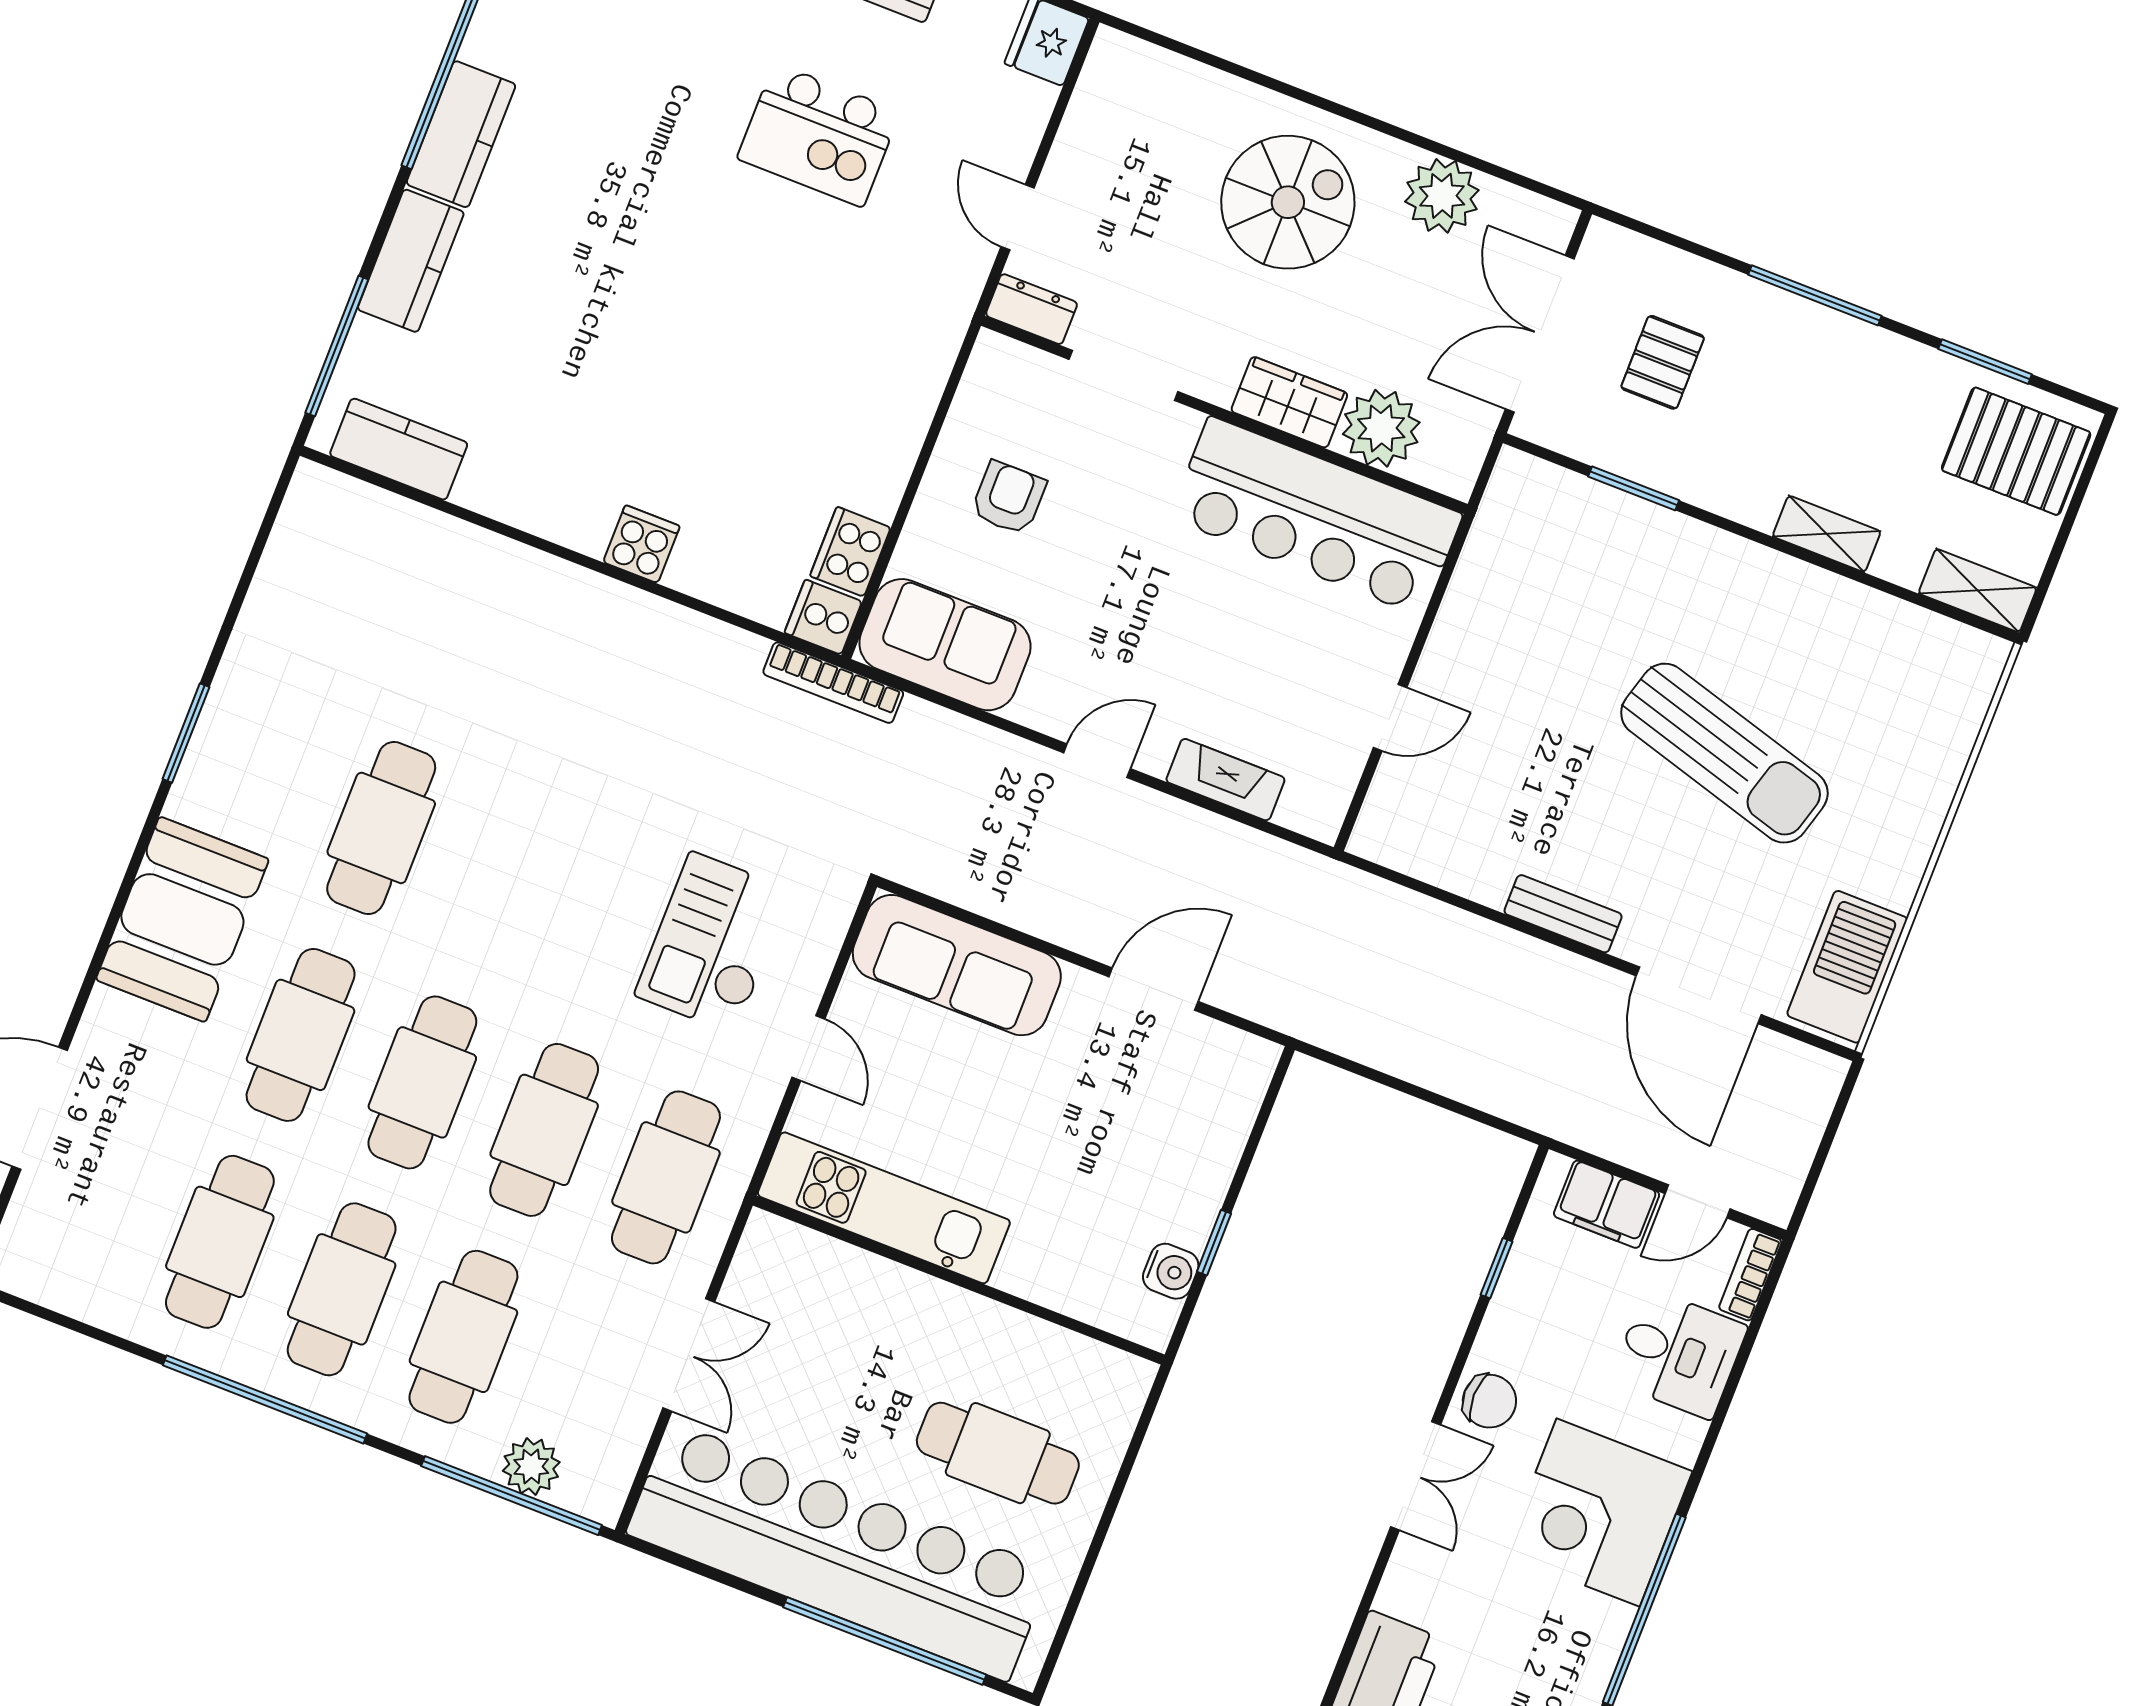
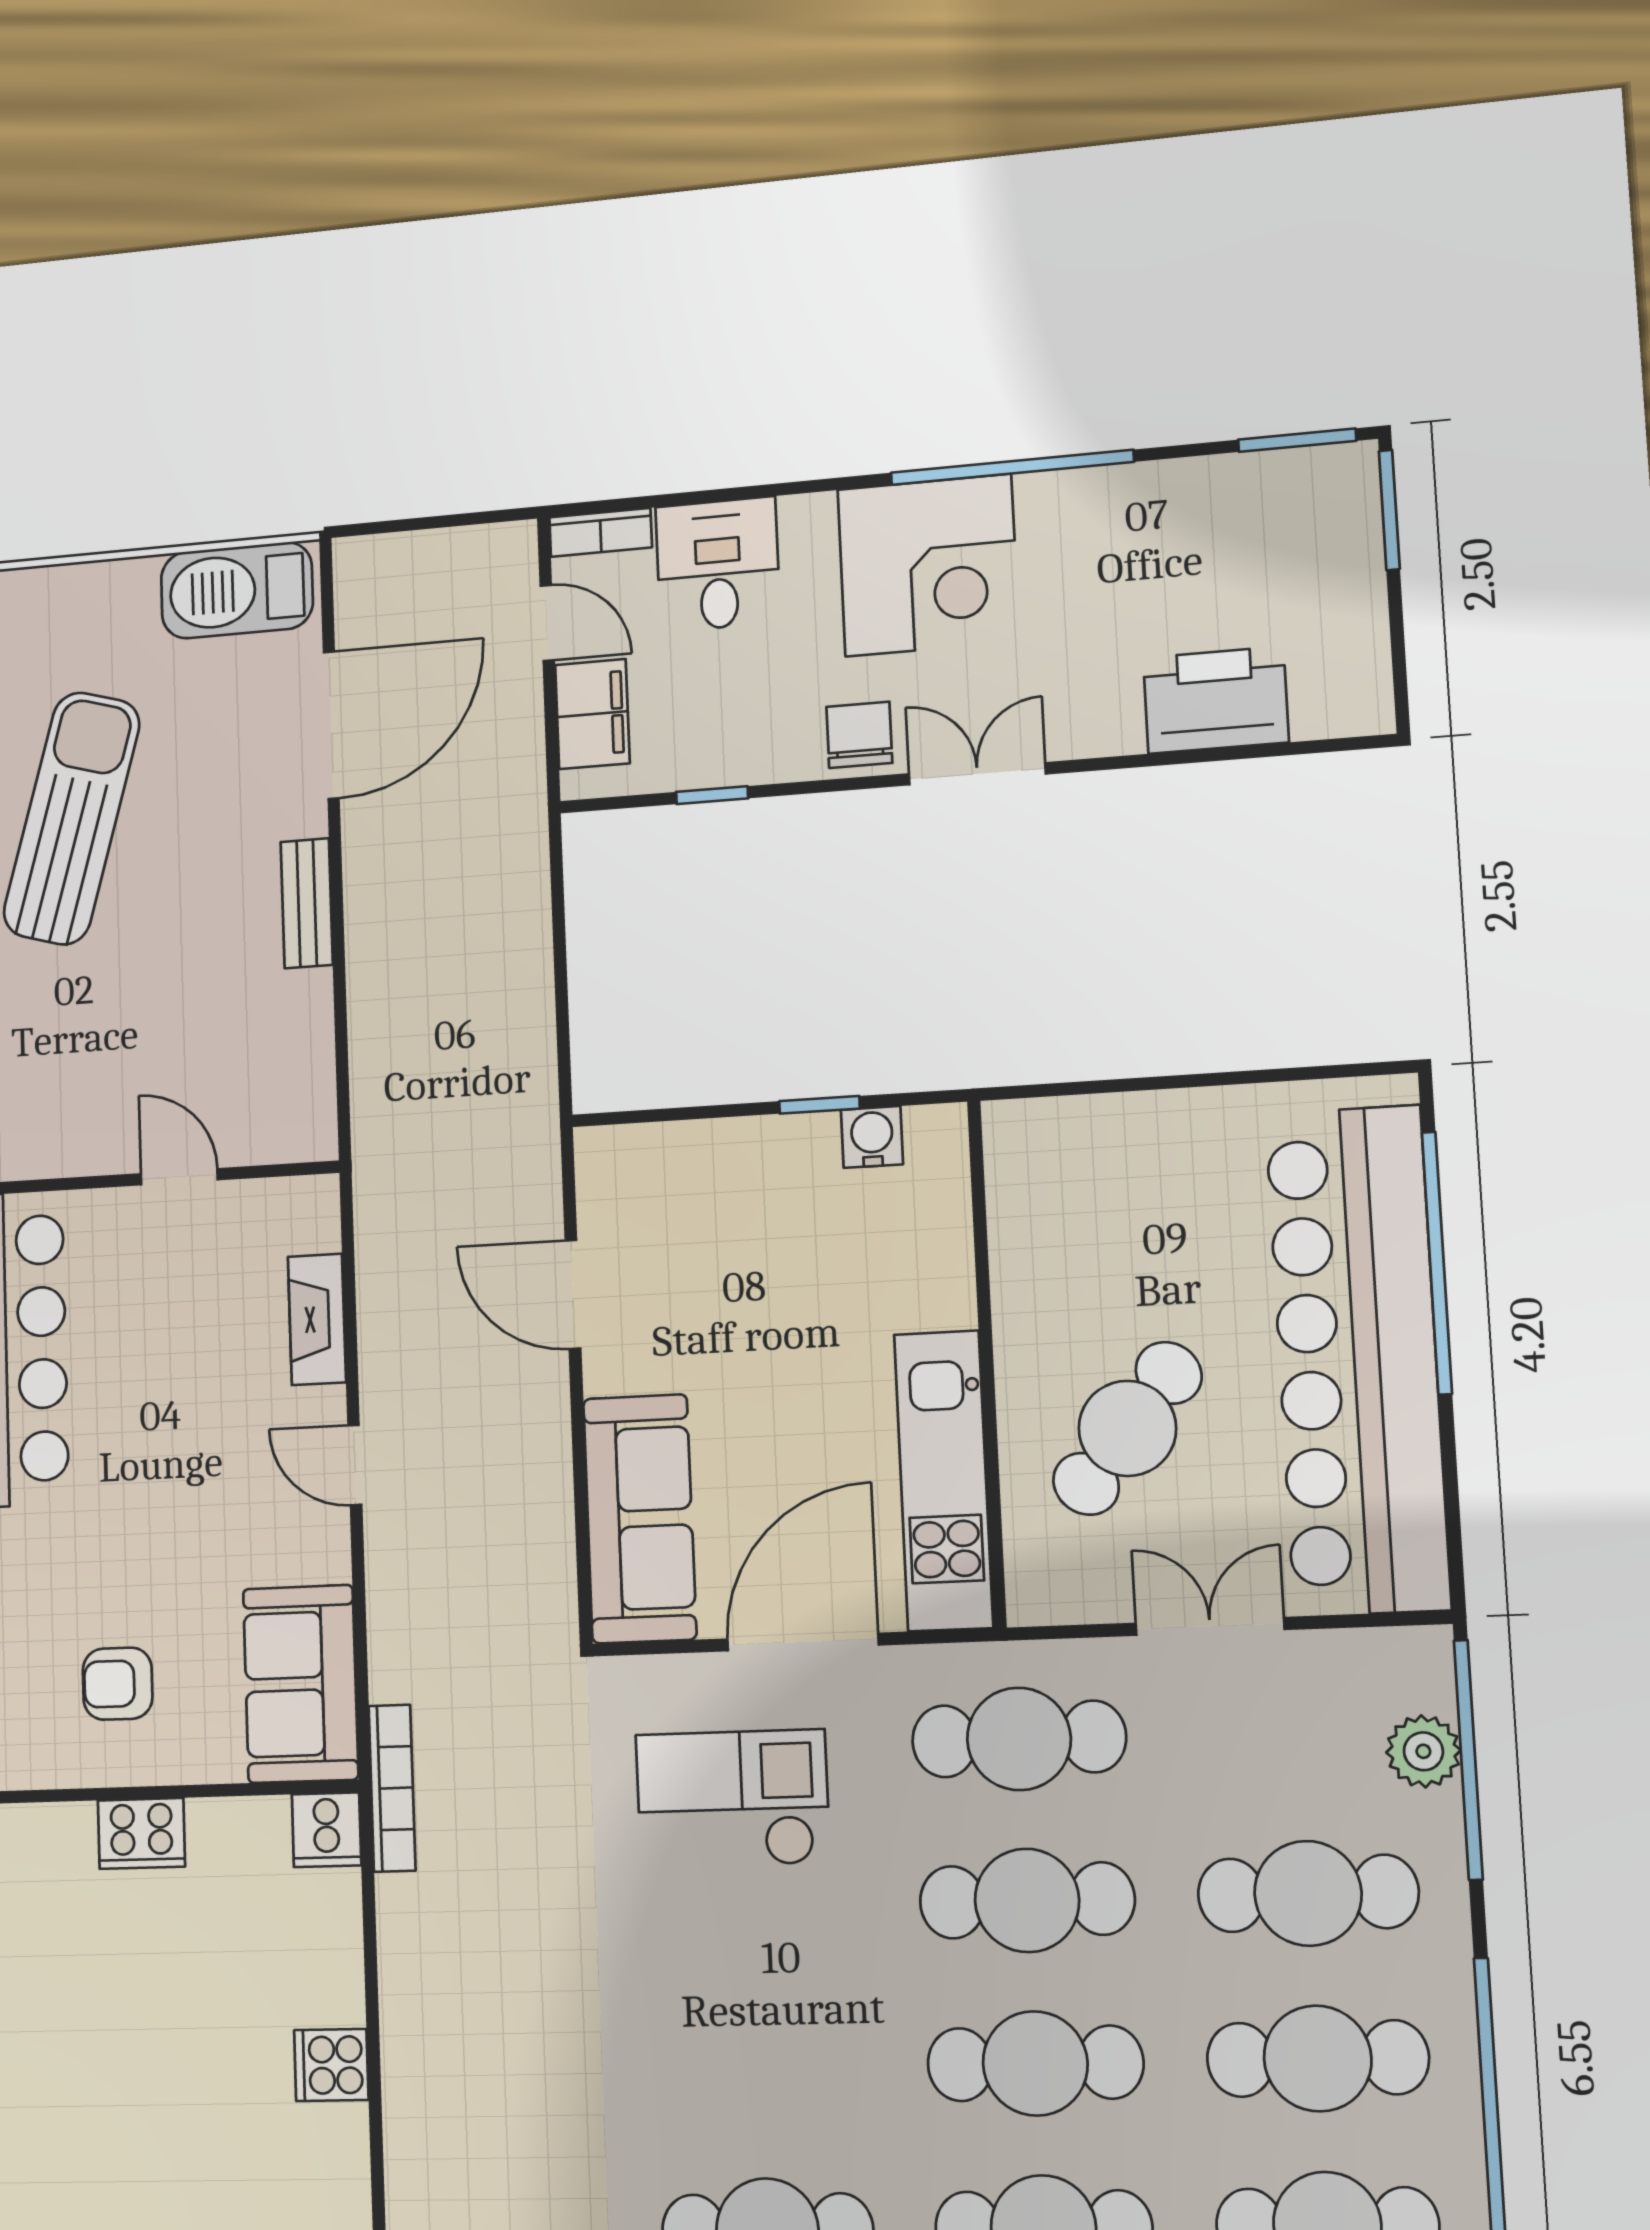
cooker: (850, 552) -> (141, 1833), moved
checkout: (713, 943) -> (733, 1799), turned 180
door: (808, 1048) -> (803, 1642), width x1.87
cafe table: (998, 1453) -> (1127, 1428), moved, turned 39

